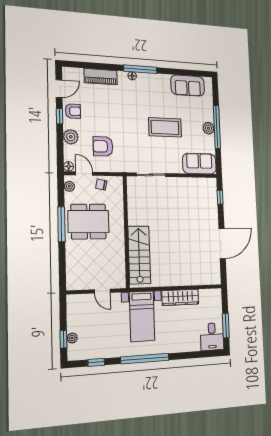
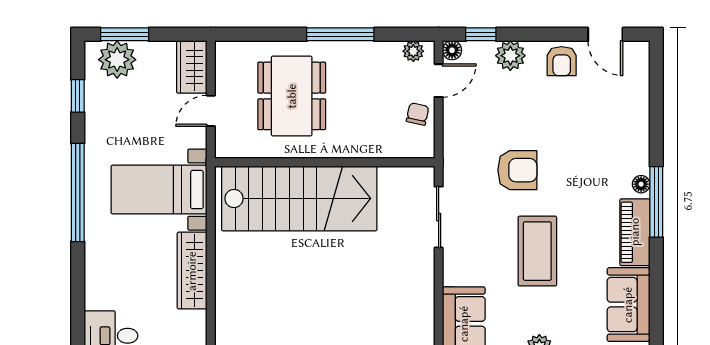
piano: (101, 77) -> (635, 232), moved
window: (59, 116) -> (481, 34), moved
armchair: (103, 146) -> (517, 170), moved, turned 90
dining table: (88, 222) -> (292, 96), moved
stairs: (139, 255) -> (299, 198), width x1.36, depth x1.51
wardrobe: (80, 302) -> (192, 67), added
plant: (72, 338) -> (117, 60), width x1.88, depth x1.88
window: (63, 339) -> (125, 34), width x1.50

